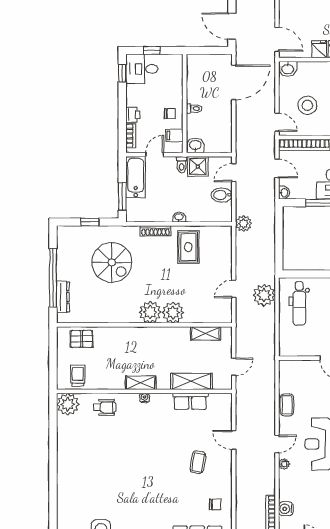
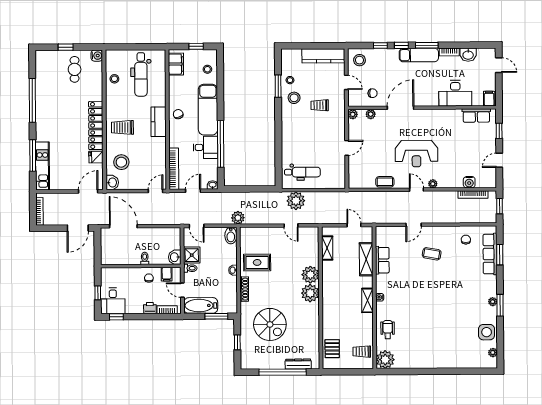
stool: (307, 105) -> (121, 162), moved
bidet: (222, 195) -> (231, 236), moved
spiral stairs: (112, 262) -> (270, 324), turned 90

